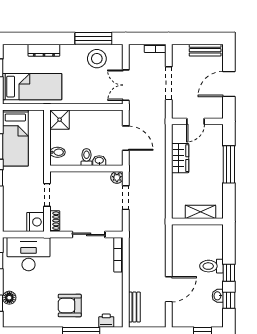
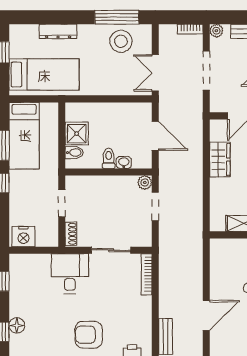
plant: (177, 50) -> (216, 31), added
shower: (60, 120) -> (77, 134), moved
nightstand: (36, 222) -> (23, 237), moved, turned 90
desk: (29, 254) -> (70, 274), moved, width x0.73

